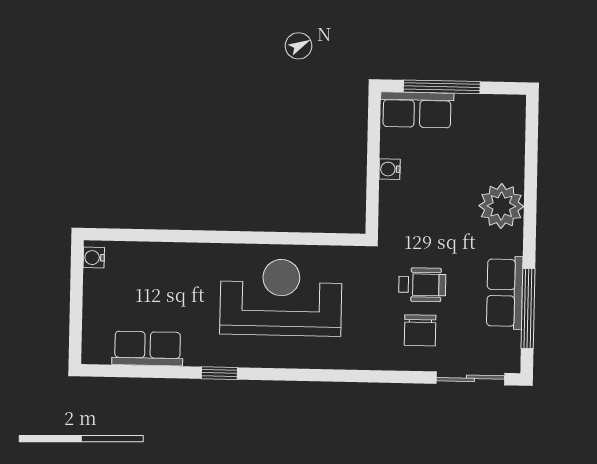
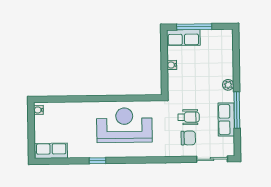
plant: (501, 206) -> (228, 85), width x0.53, depth x0.53
window: (528, 309) -> (237, 110), moved
chair: (420, 330) -> (188, 138), turned -90
row of seats: (147, 349) -> (51, 151), moved

